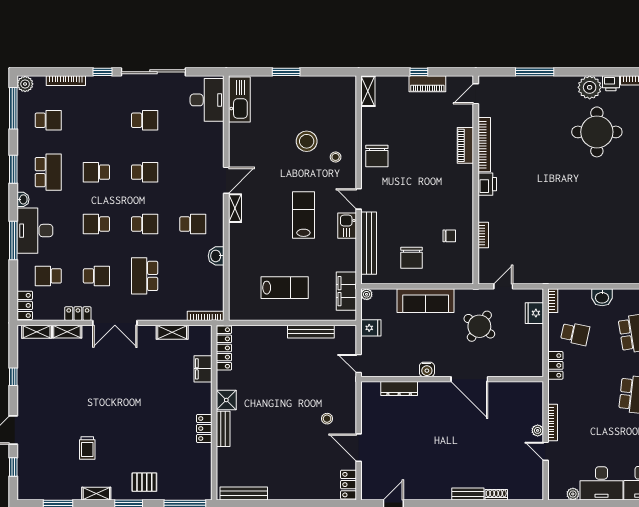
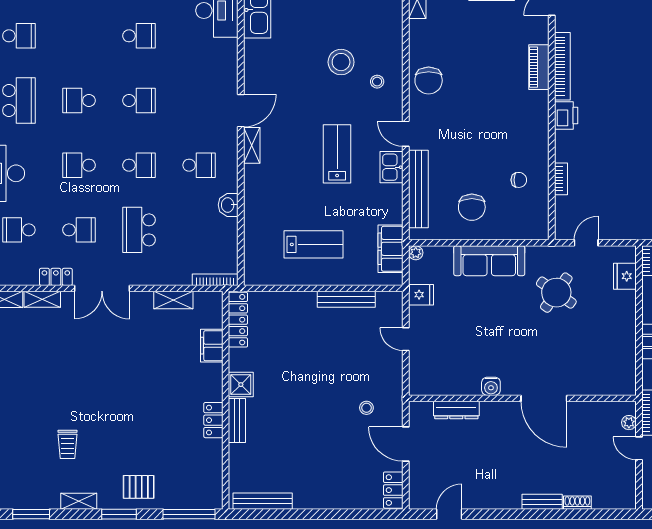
water cooler: (427, 369) -> (491, 386), moved
wall: (452, 379) -> (522, 398), moved
door: (469, 379) -> (544, 398), moved
dresser: (399, 389) -> (456, 410), moved

